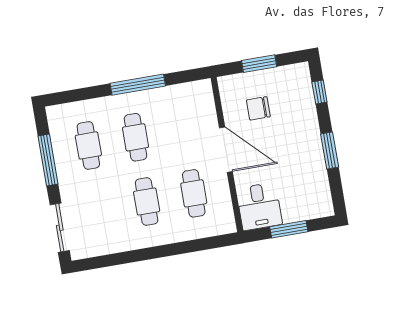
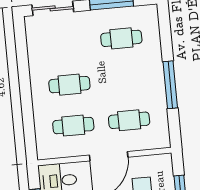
cafe table: (135, 137) -> (129, 120), moved

